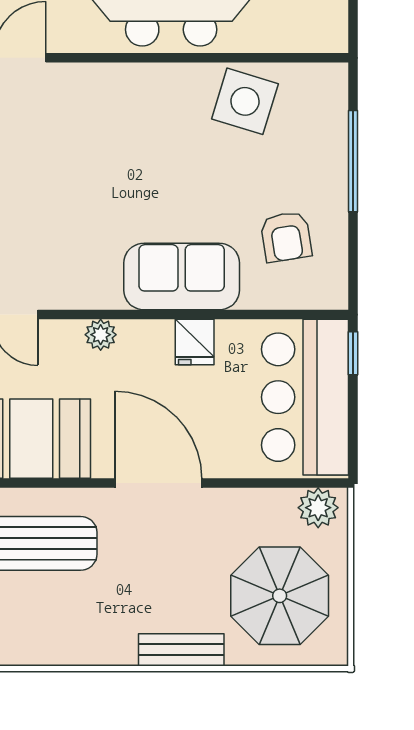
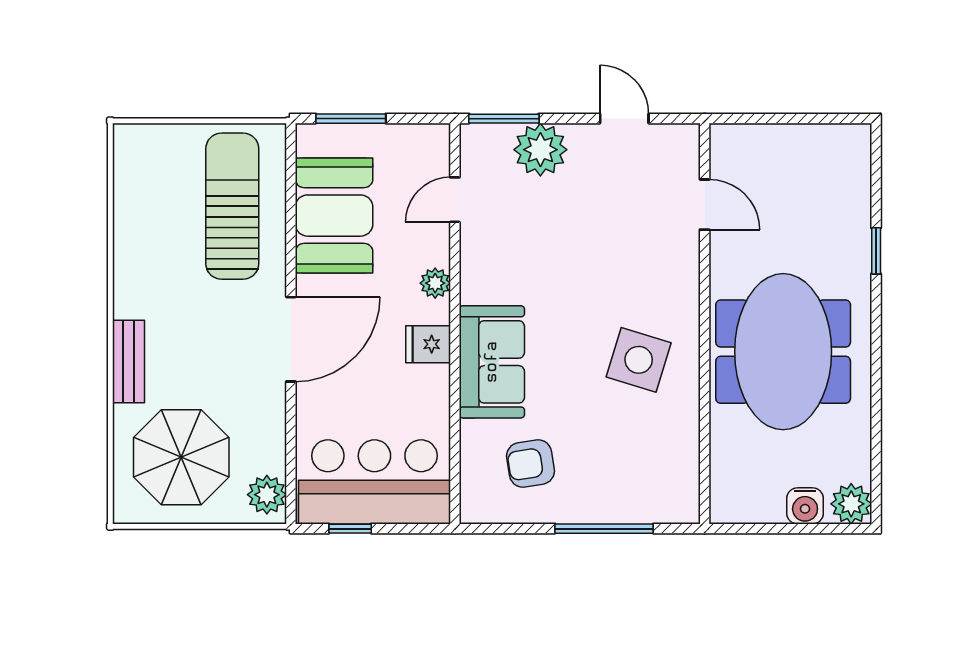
side table: (245, 101) -> (639, 360), moved
fridge: (195, 342) -> (428, 344), moved
window: (353, 353) -> (350, 529), moved

